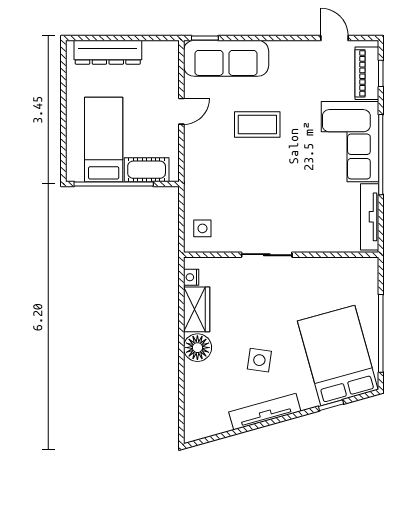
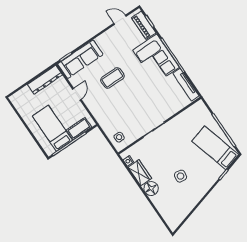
dresser: (108, 52) -> (45, 80), moved
bed: (338, 355) -> (215, 148), width x0.67
tv unit: (265, 412) -> (198, 196), removed

